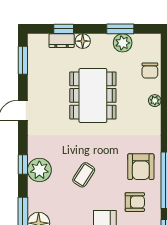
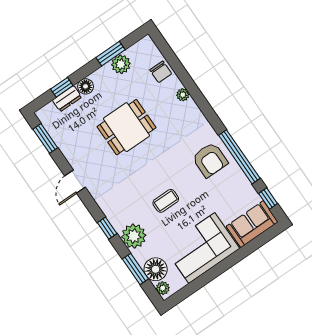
dining table: (93, 95) -> (126, 127), width x0.73
plant: (39, 170) -> (134, 236), moved
coffee table: (84, 175) -> (166, 201), turned 57
armchair: (135, 202) -> (226, 194), removed

